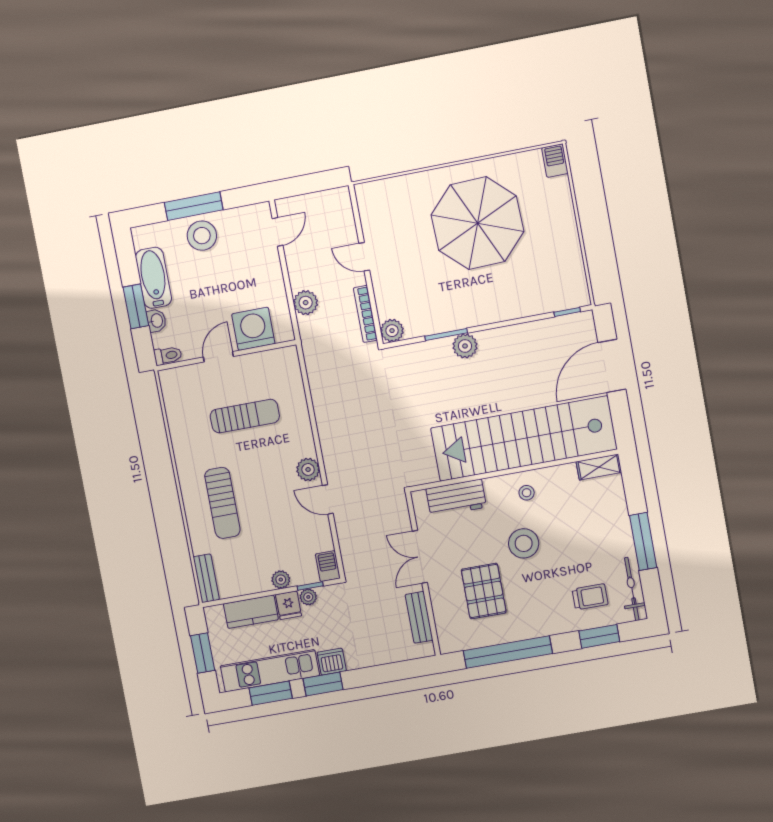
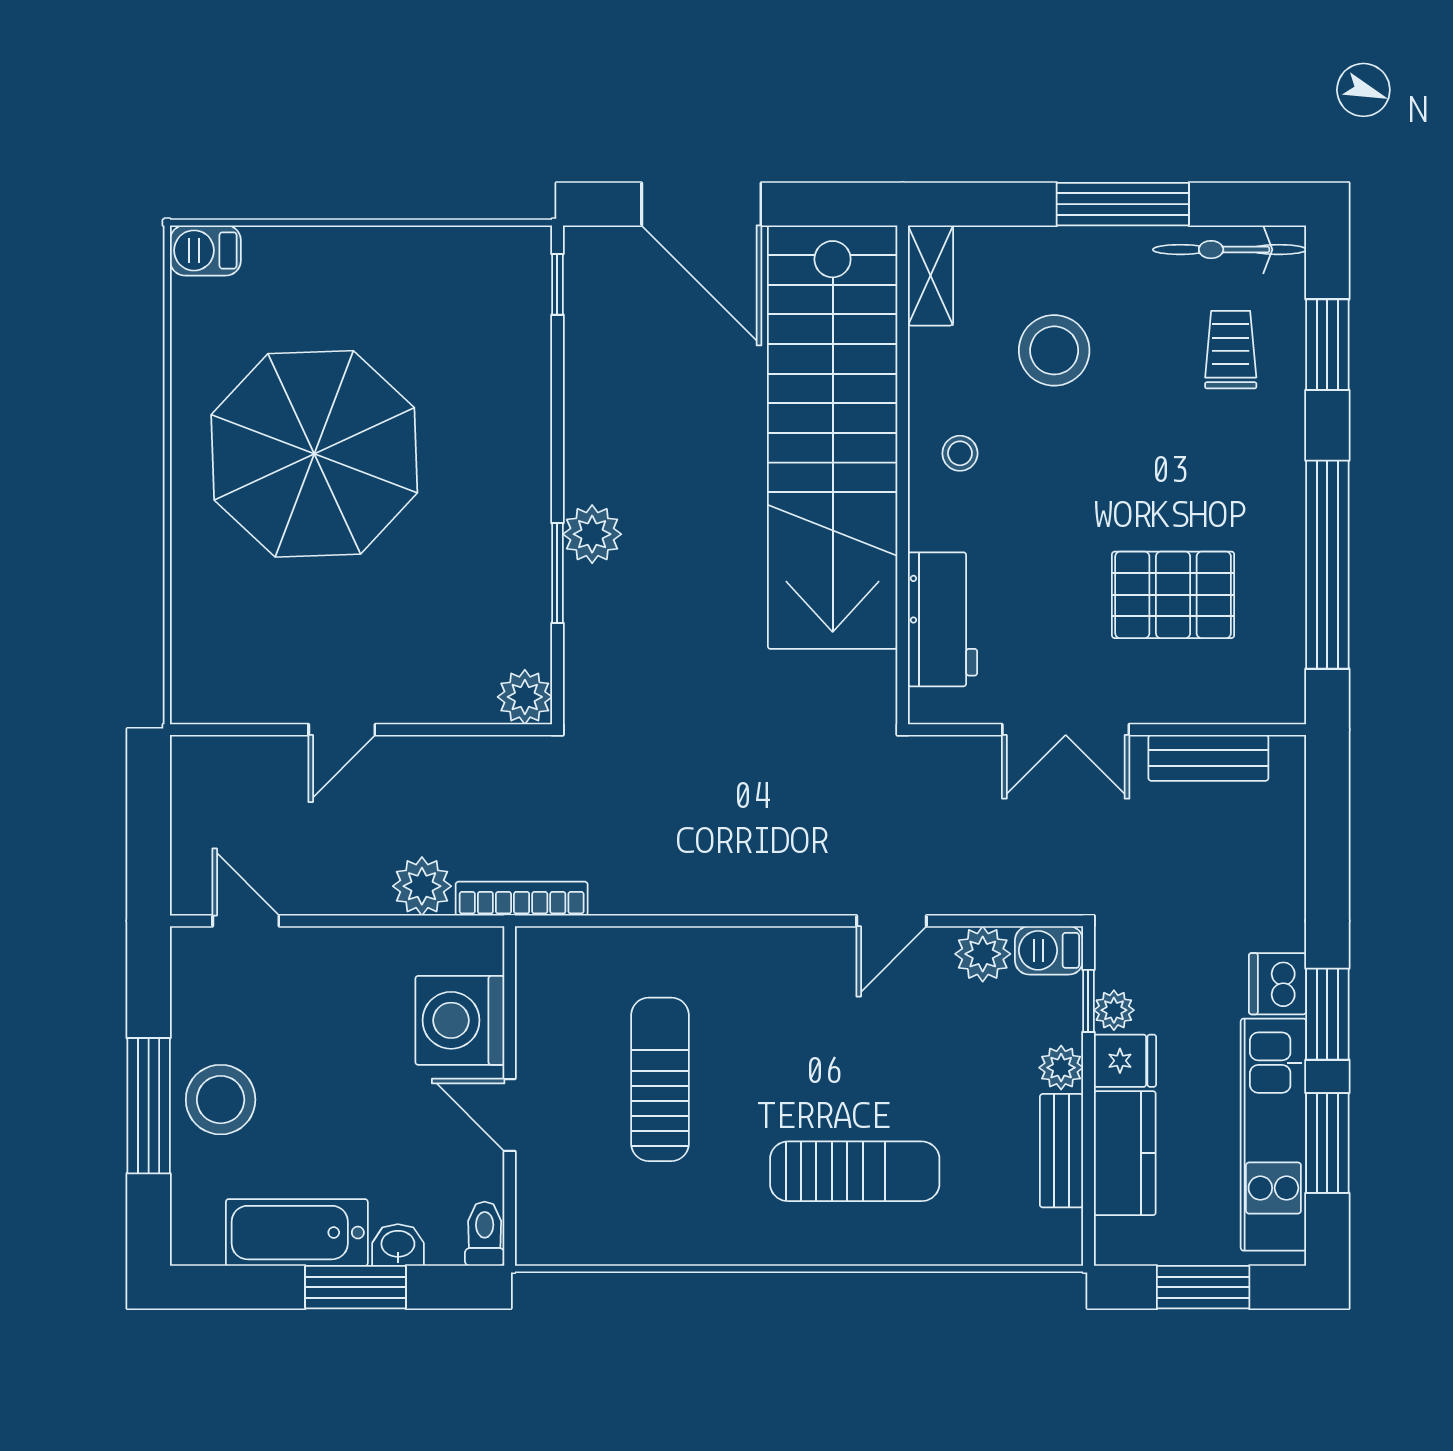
bookcase: (365, 314) -> (522, 899), moved, turned 180
plant: (308, 469) -> (983, 954), moved
stool: (524, 543) -> (1054, 350), moved
bench: (206, 578) -> (1061, 1151), moved, turned 90

